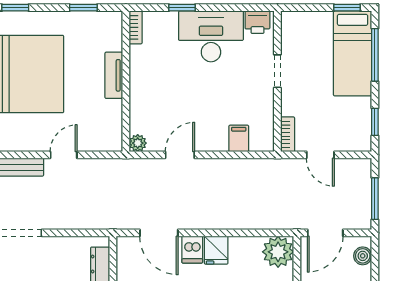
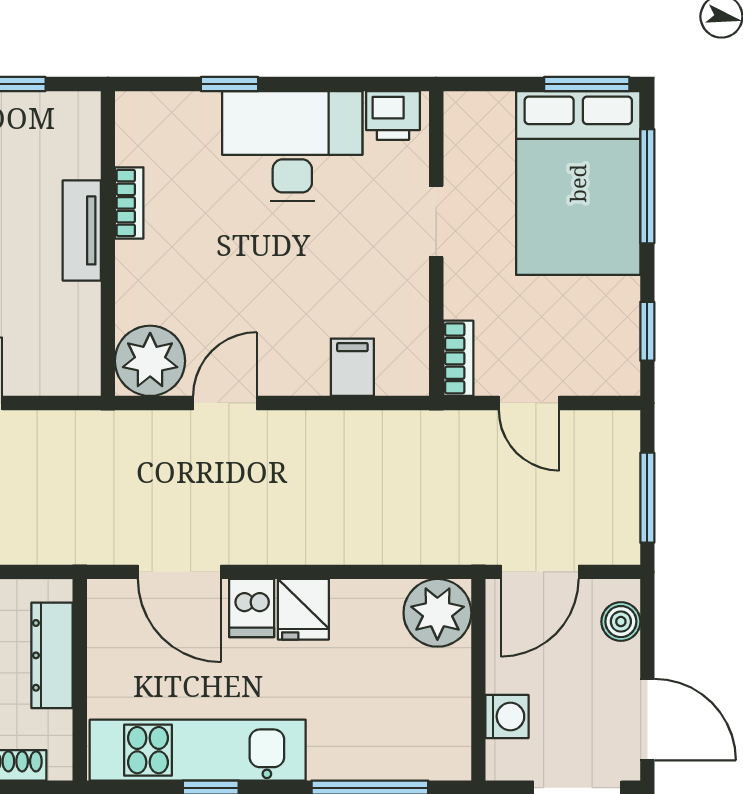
window: (347, 8) -> (587, 84), width x1.50
bookcase: (136, 27) -> (129, 203), moved
bed: (353, 53) -> (578, 183), width x1.50
plant: (138, 143) -> (150, 361), width x1.87, depth x1.87

